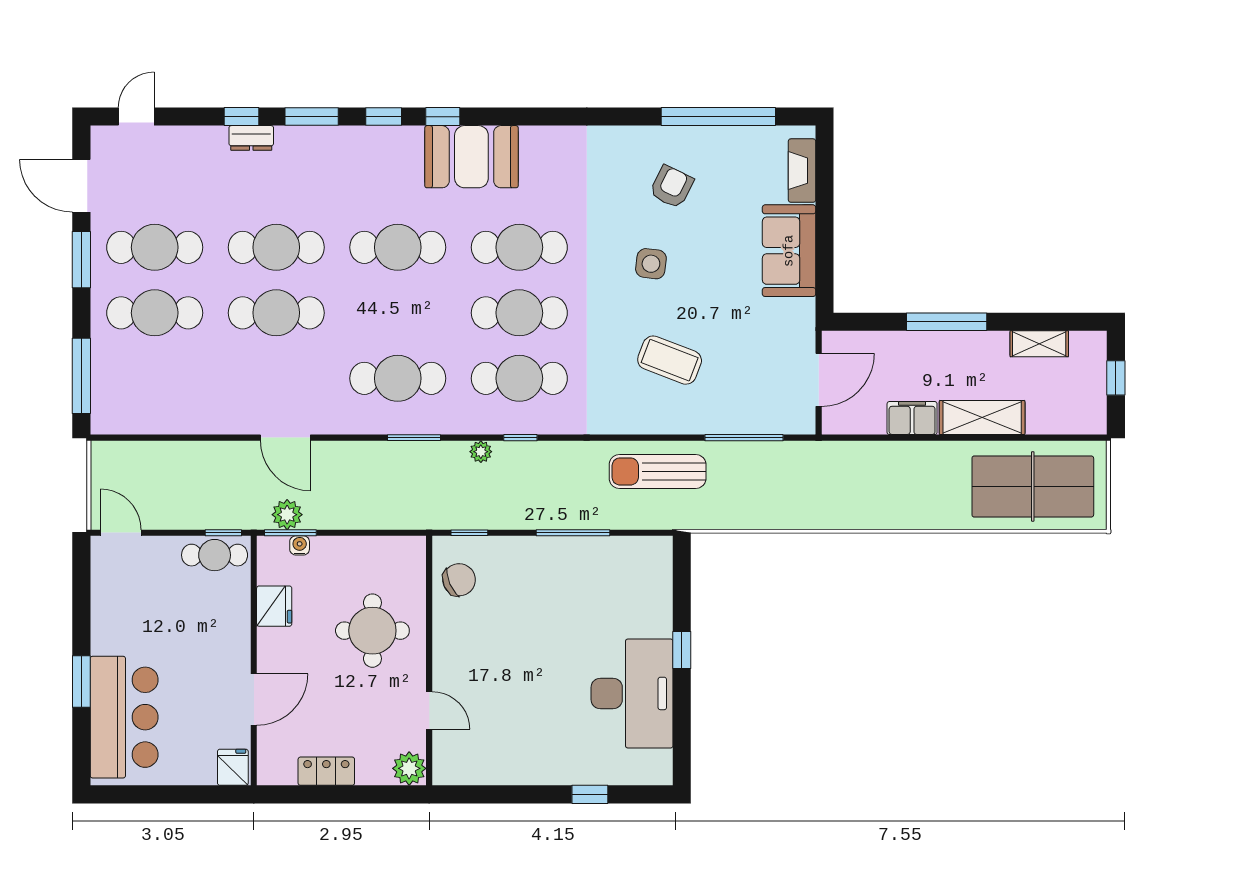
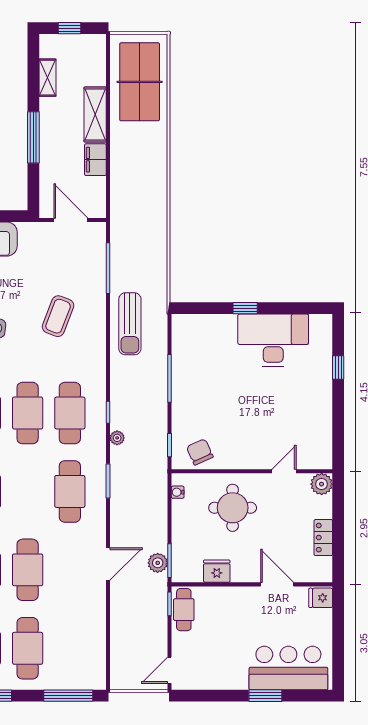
water cooler: (300, 545) -> (178, 492), moved

